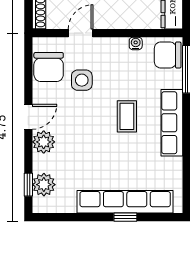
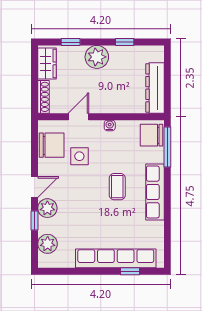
water cooler: (136, 43) -> (110, 125), moved
chair: (49, 67) -> (52, 145), turned -90
window: (28, 185) -> (35, 221), moved
window: (125, 217) -> (130, 271), moved

